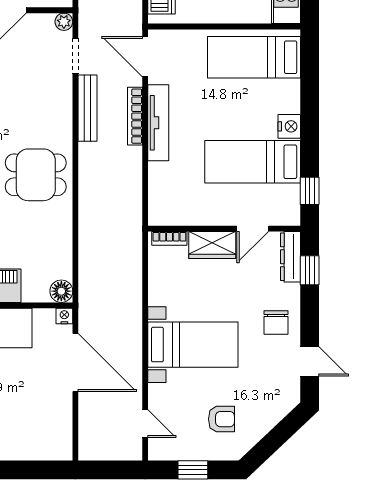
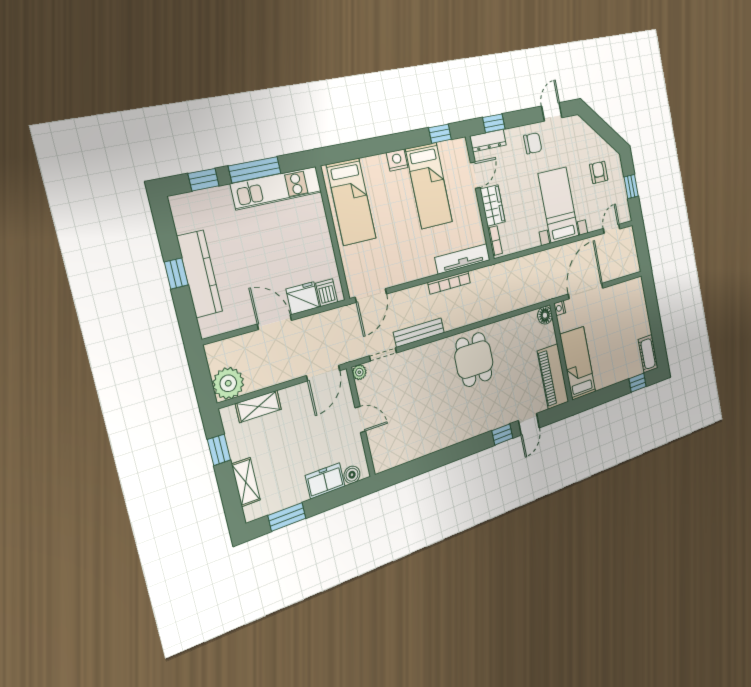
bookcase: (135, 116) -> (449, 283), moved
tv unit: (158, 123) -> (463, 259), moved
door: (253, 229) -> (475, 175), hinge flipped

